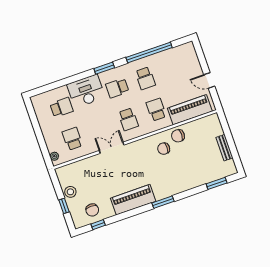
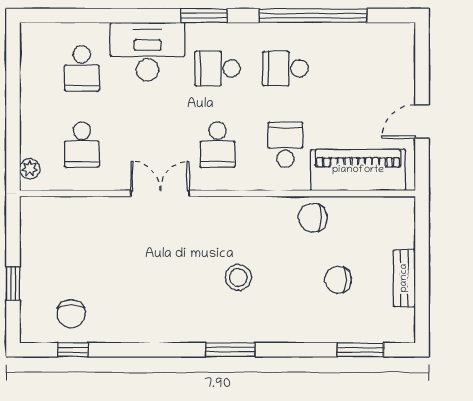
school desk: (145, 78) -> (285, 68), turned 90
door: (209, 80) -> (422, 121), hinge flipped
school desk: (61, 107) -> (82, 68), turned 90
school desk: (72, 139) -> (82, 145), turned 180
chair: (164, 149) -> (338, 280), moved
stool: (70, 192) -> (238, 277), moved
piano: (133, 200) -> (167, 322), removed

